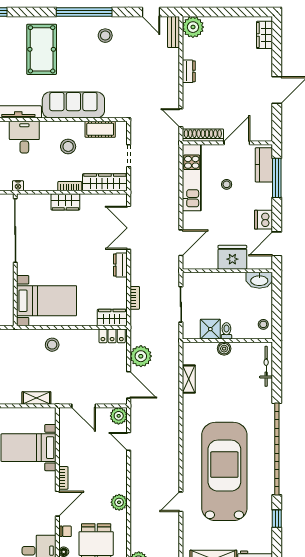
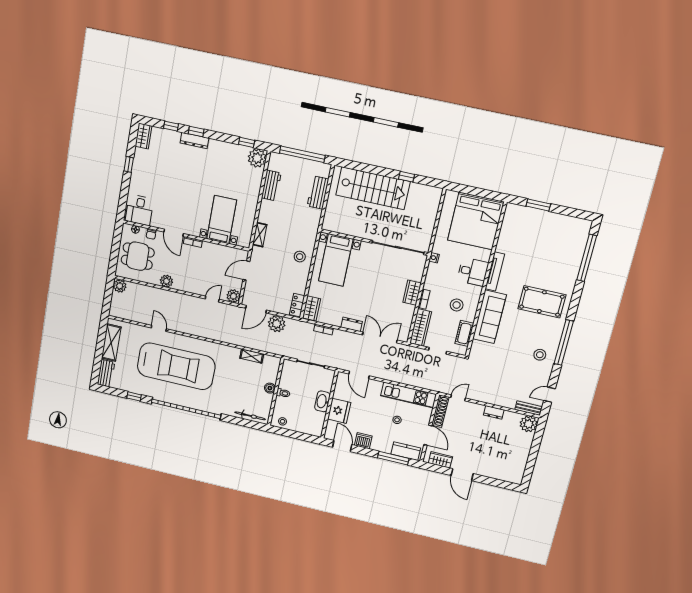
wardrobe: (265, 35) -> (440, 460), moved
washbasin: (259, 280) -> (322, 401), moved
shower: (210, 329) -> (287, 381), removed

